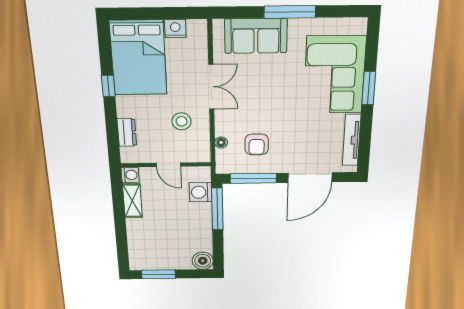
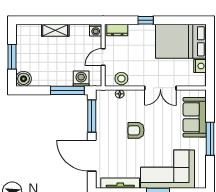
window: (108, 86) -> (146, 20), moved
stool: (182, 121) -> (121, 79), moved
dresser: (127, 132) -> (117, 30), moved
armchair: (257, 144) -> (136, 130), moved
shelving: (132, 201) -> (55, 30), moved
window: (158, 274) -> (12, 57), moved

